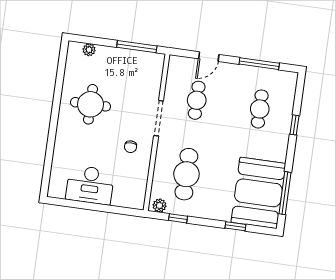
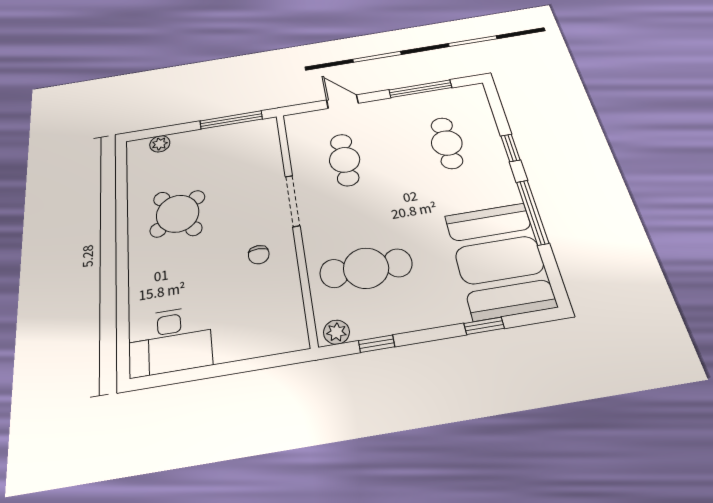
door: (209, 57) -> (342, 102), swing flipped
round table: (91, 104) -> (178, 214), turned -37
cafe table: (186, 174) -> (366, 268), turned 90
desk: (90, 185) -> (170, 341), moved
window: (285, 193) -> (532, 212), moved

